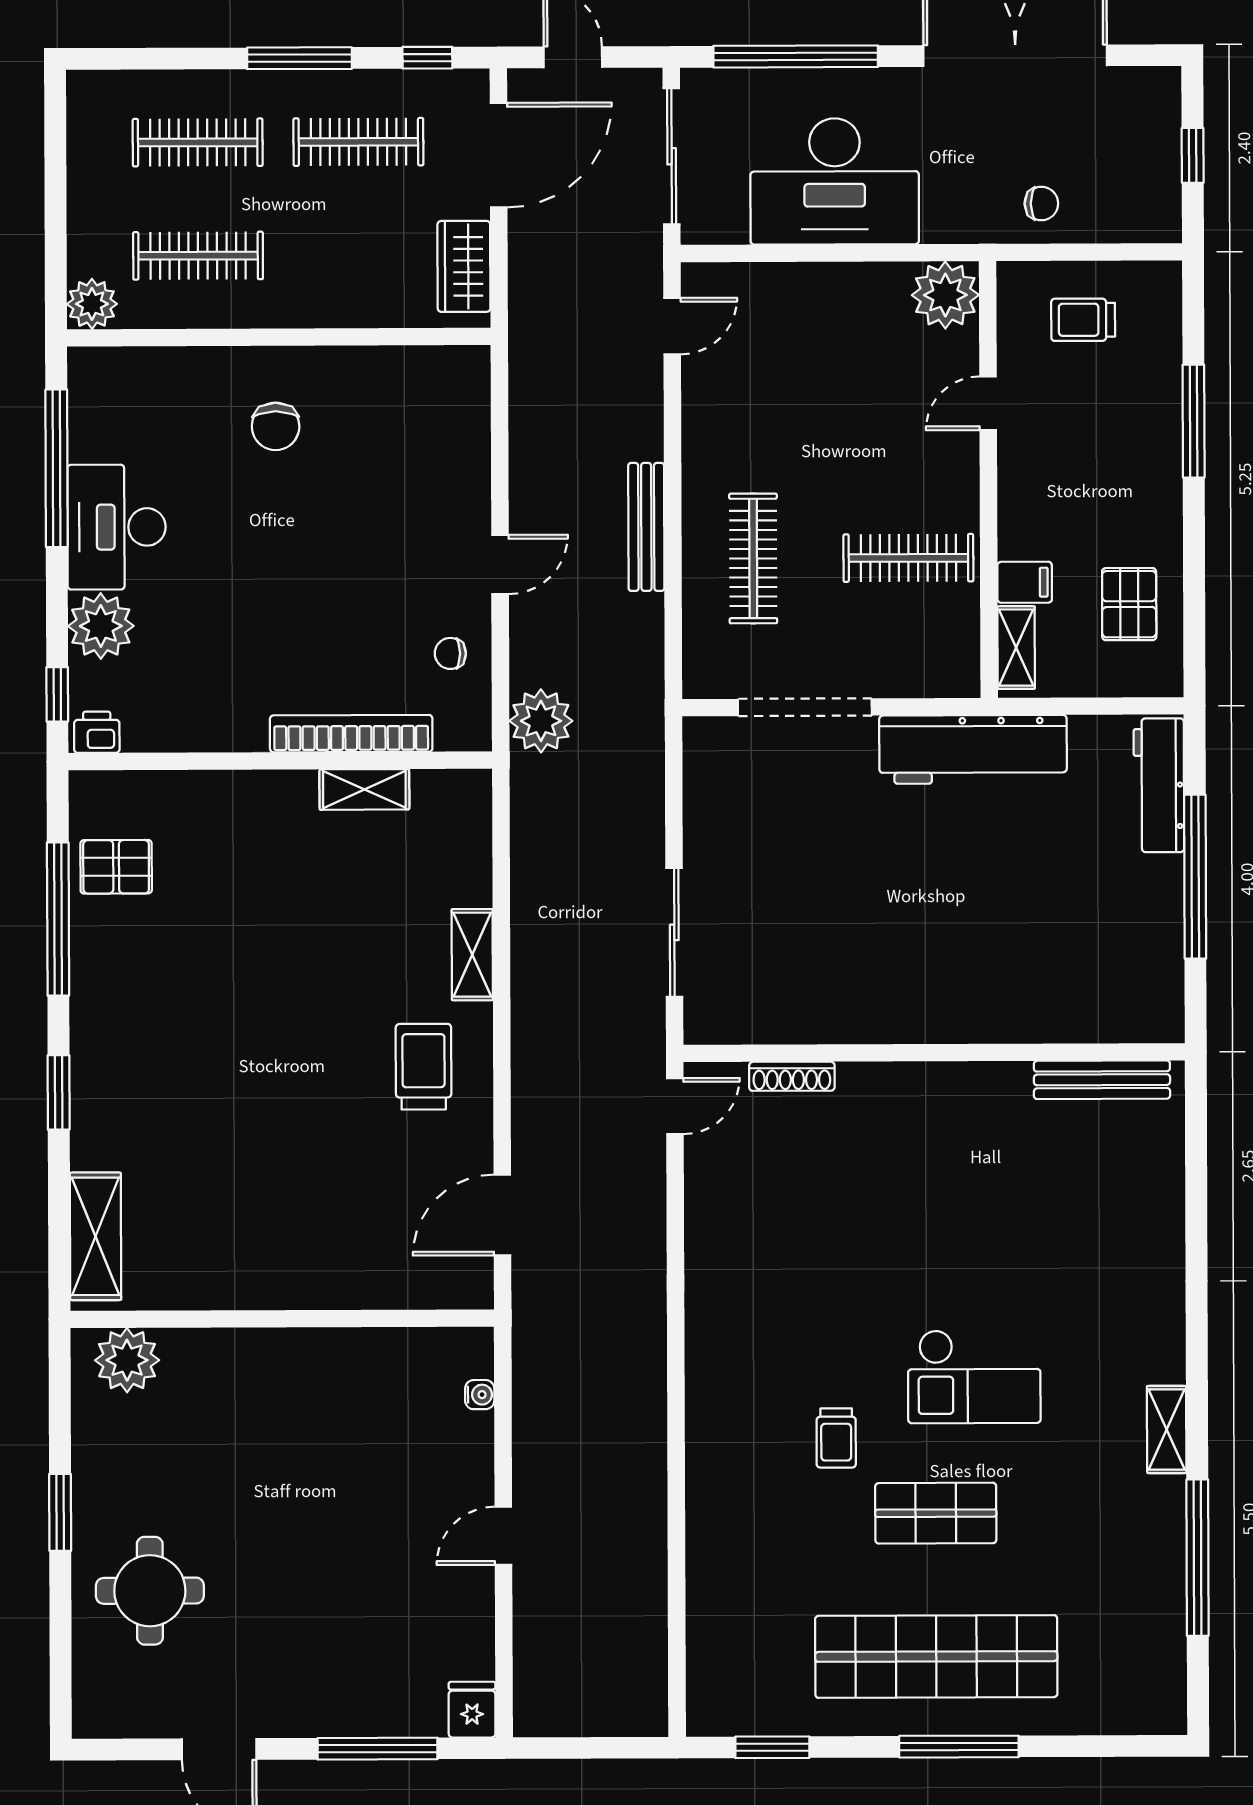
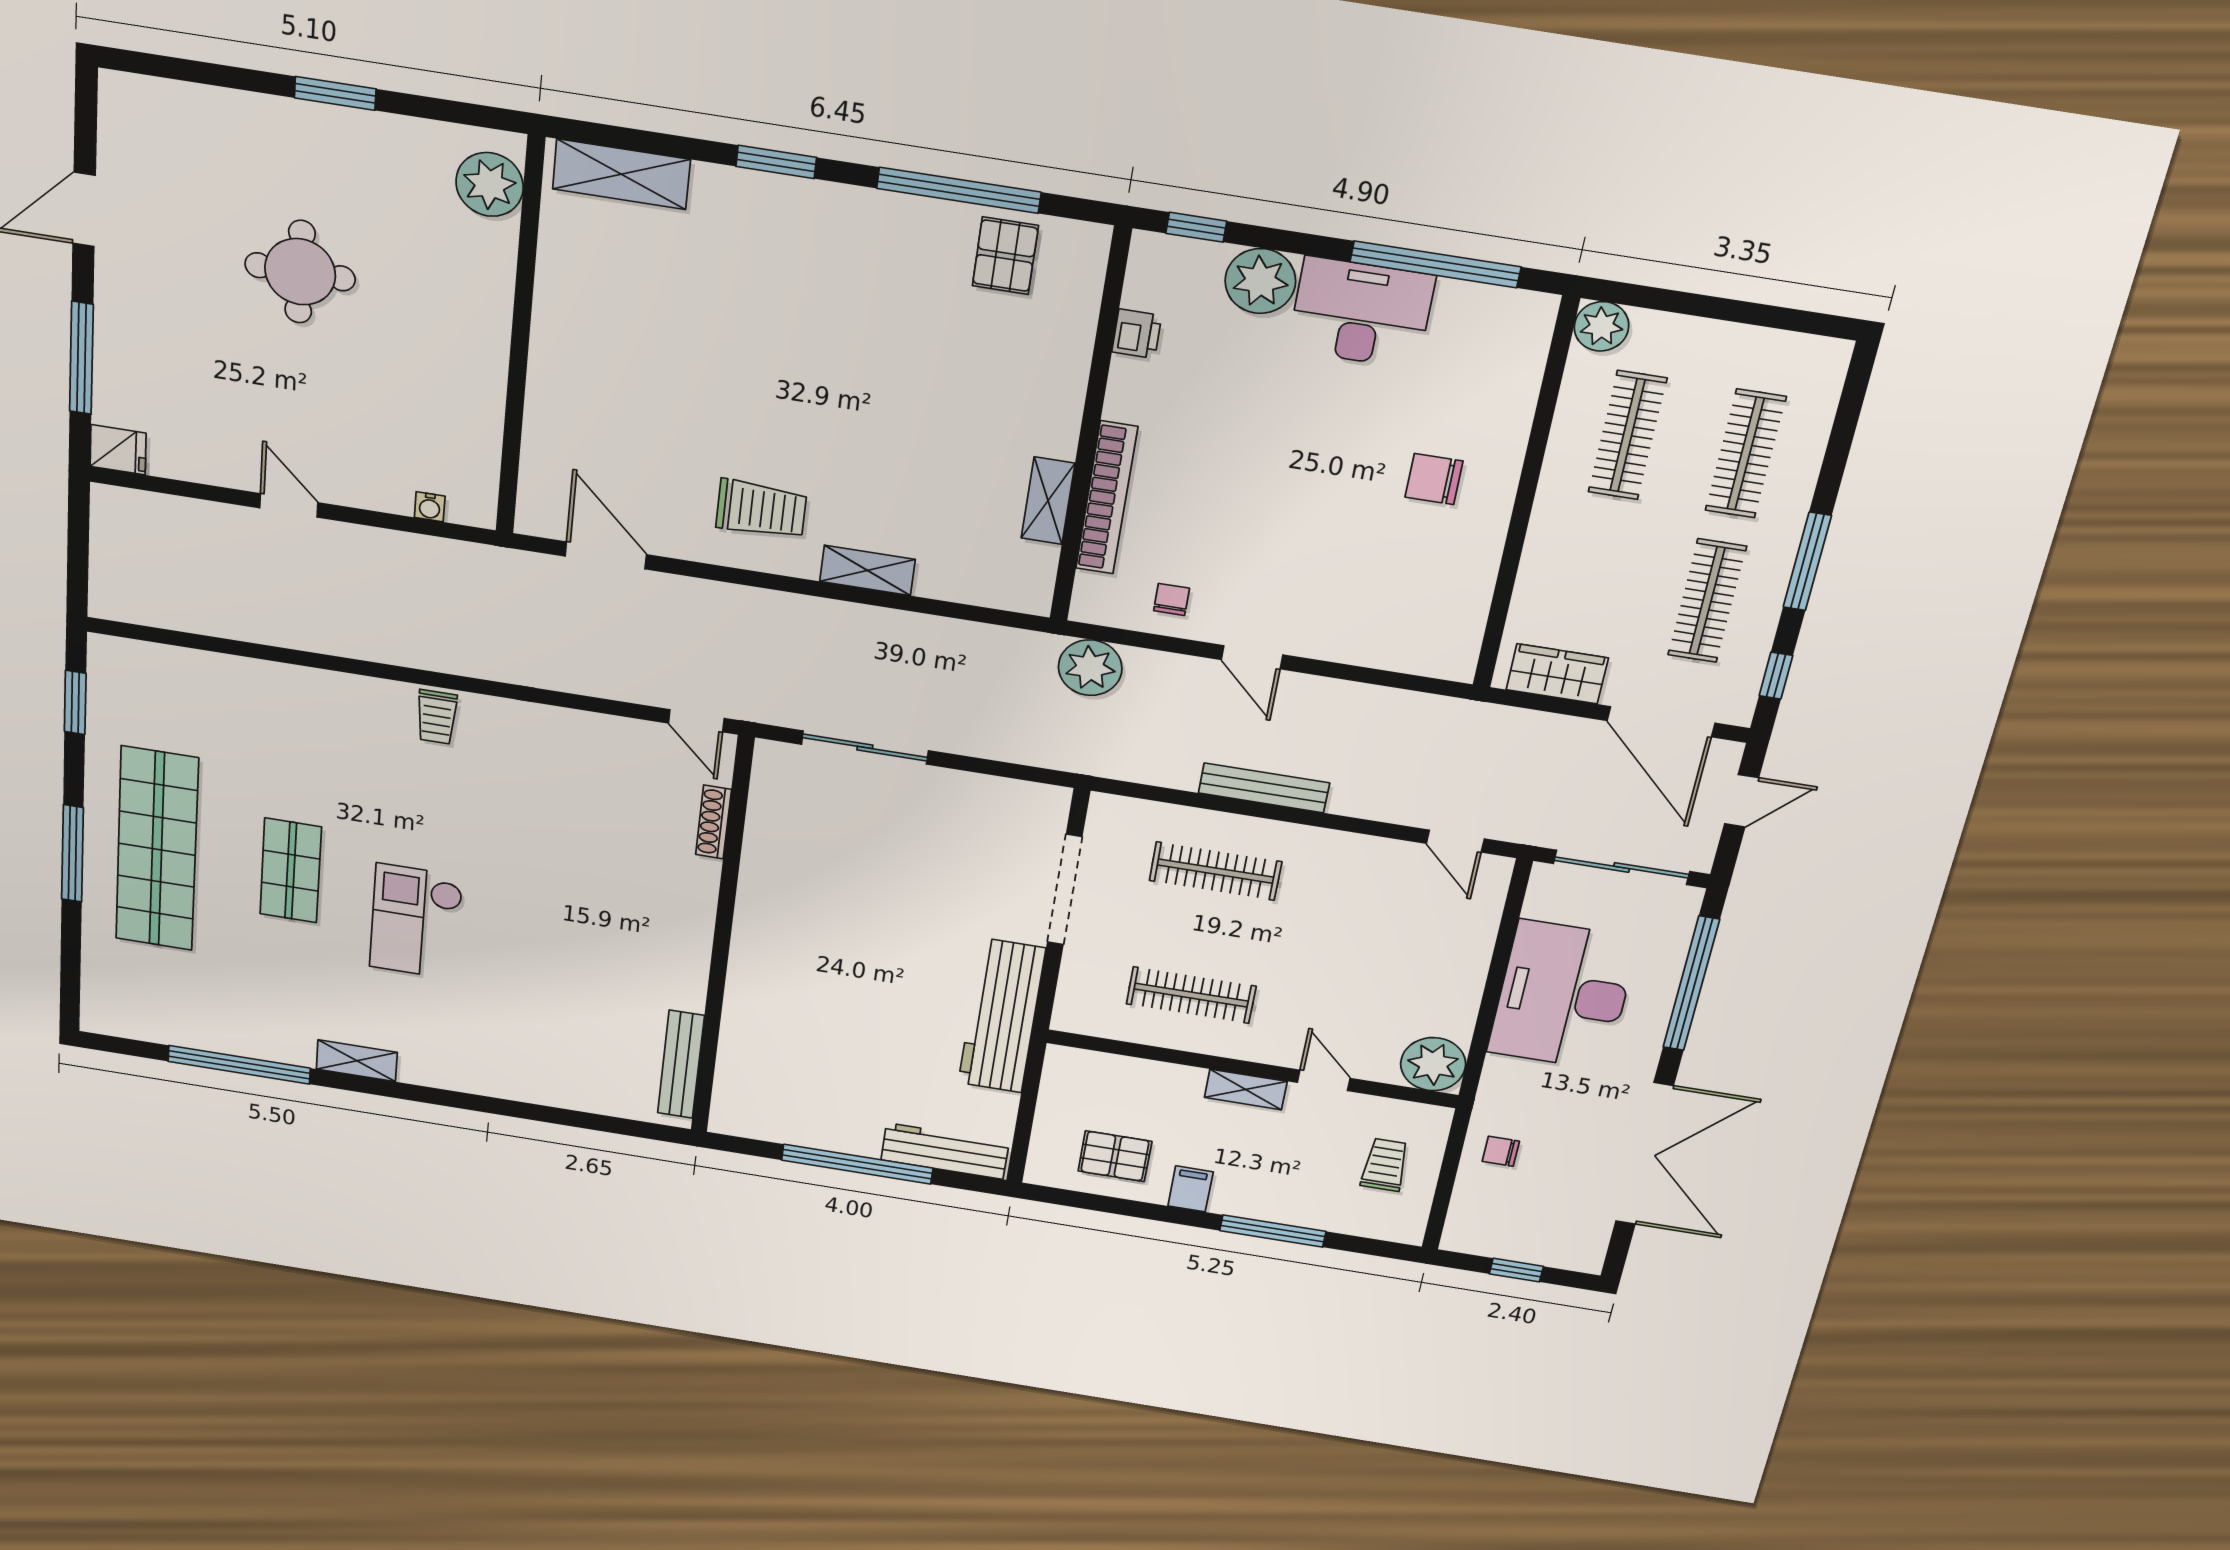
chair: (1041, 204) -> (1501, 1151), turned 90
clothes rail: (908, 558) -> (1191, 995), turned 90
filing cabinet: (1025, 582) -> (1191, 1189), moved, turned 180
shelving: (1016, 648) -> (1246, 1089), moved
printer: (97, 732) -> (1137, 334), moved
trolley: (836, 1438) -> (437, 717), moved, turned -90
round table: (150, 1591) -> (300, 272), moved

